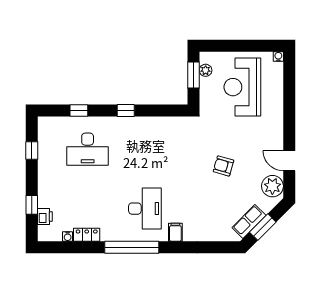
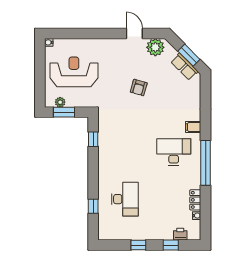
reception desk: (242, 87) -> (74, 72), turned 180
window: (126, 110) -> (93, 139), moved
window: (32, 150) -> (138, 245), moved
door: (289, 161) -> (134, 34), swing flipped

